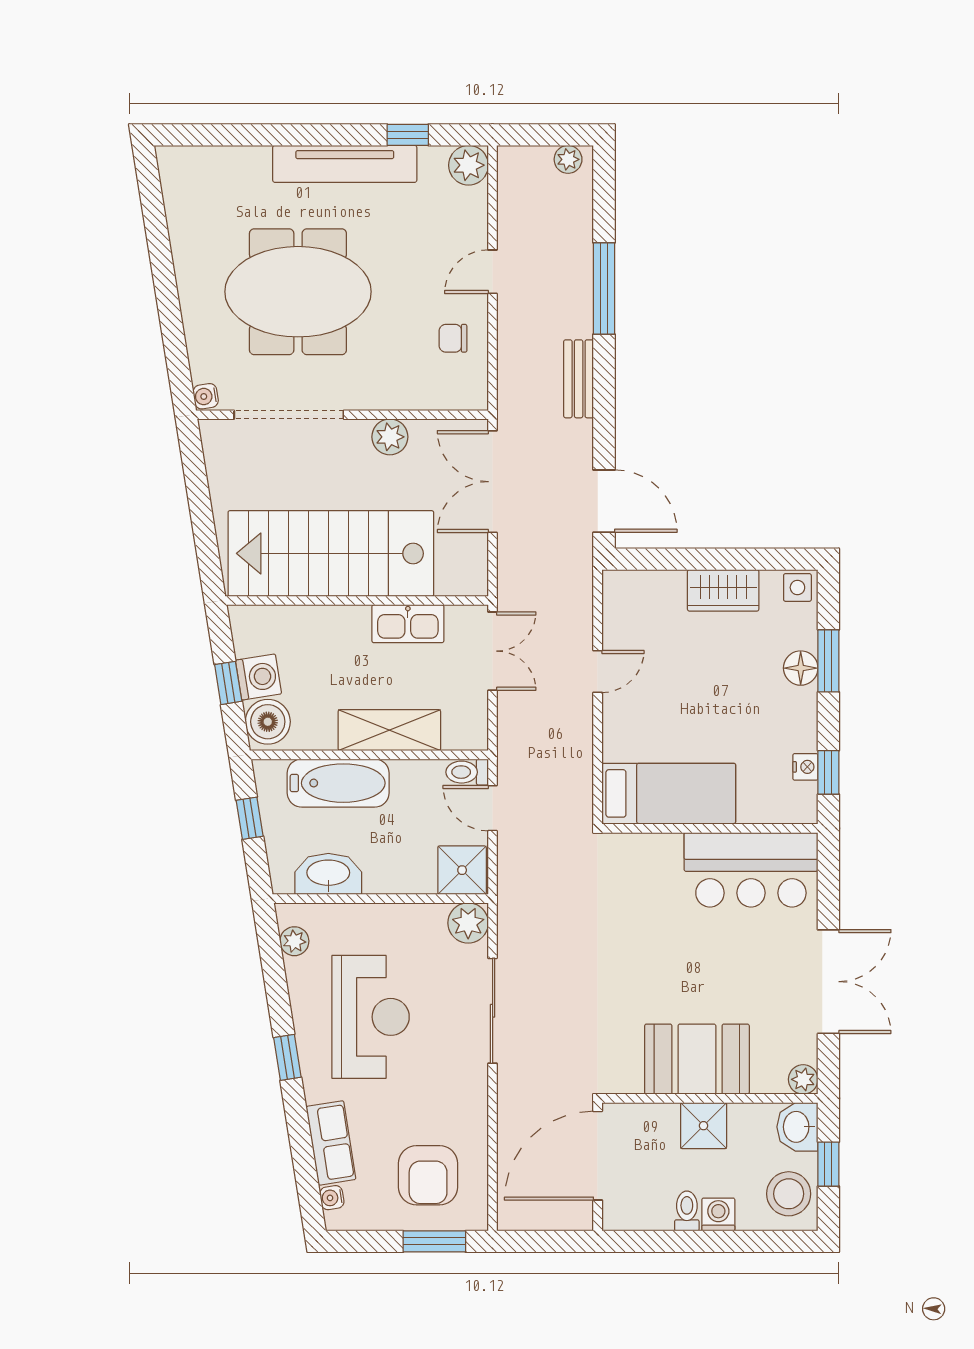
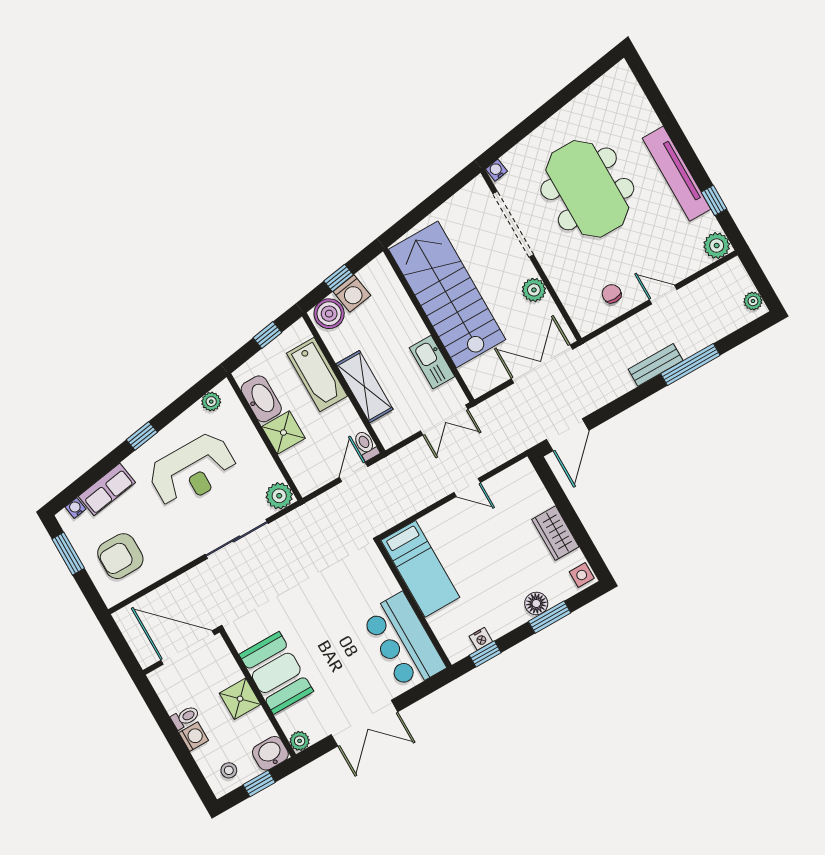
bench: (579, 379) -> (656, 365), moved
shower: (462, 870) -> (283, 433), moved
stool: (789, 1194) -> (229, 770), width x0.53, depth x0.53
window: (434, 1241) -> (68, 554), moved

